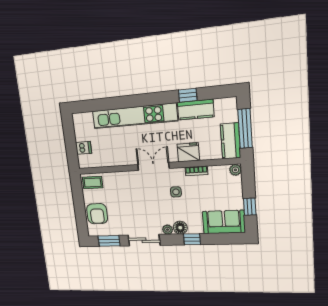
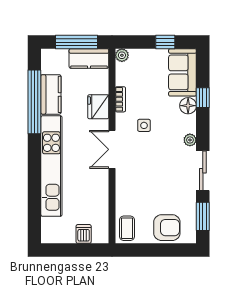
window: (188, 95) -> (34, 102), width x3.17
floor lamp: (180, 228) -> (188, 106), moved
window: (192, 239) -> (203, 98), moved

